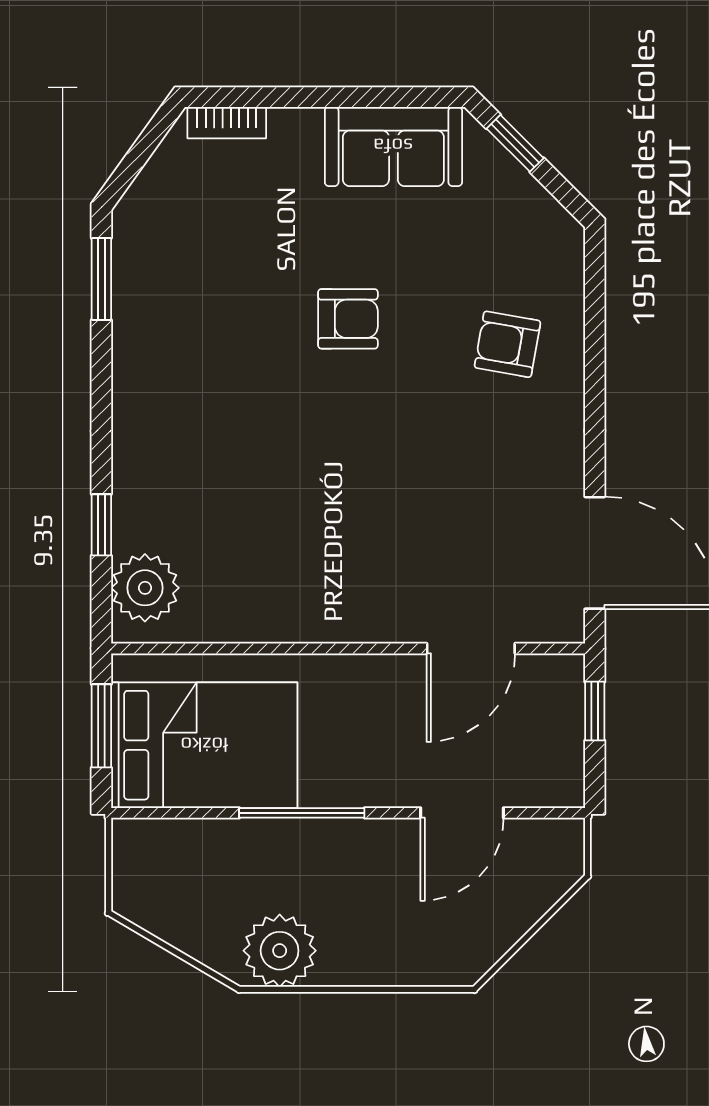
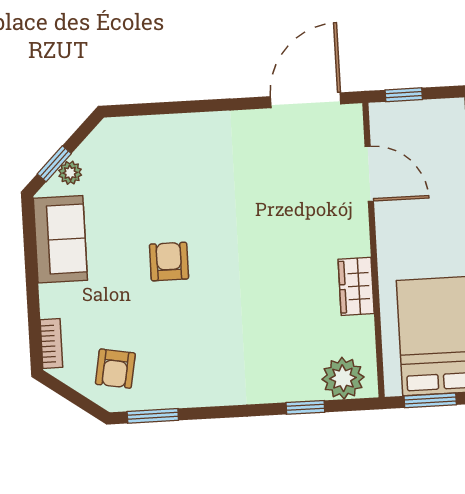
plant: (499, 168) -> (70, 173), added
armchair: (508, 344) -> (115, 369), moved
wardrobe: (291, 617) -> (356, 286), added

